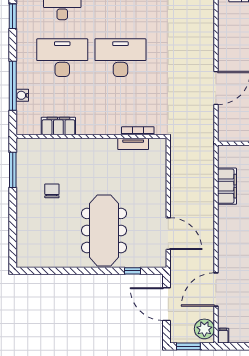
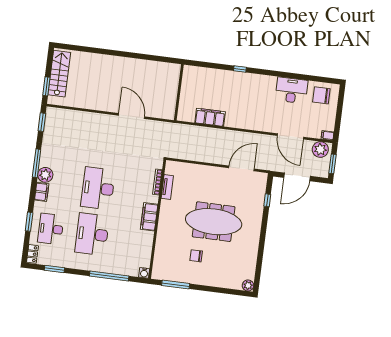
water cooler: (22, 95) -> (144, 273), moved
filing cabinet: (58, 126) -> (149, 217), moved
meeting table: (104, 230) -> (214, 222), moved
plant: (23, 260) -> (248, 285), added

